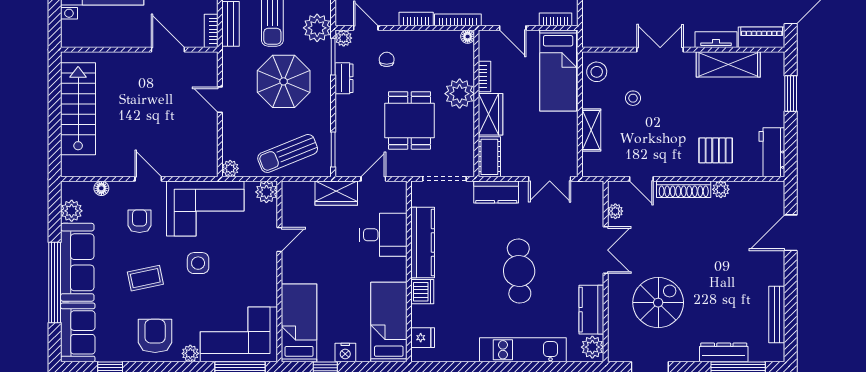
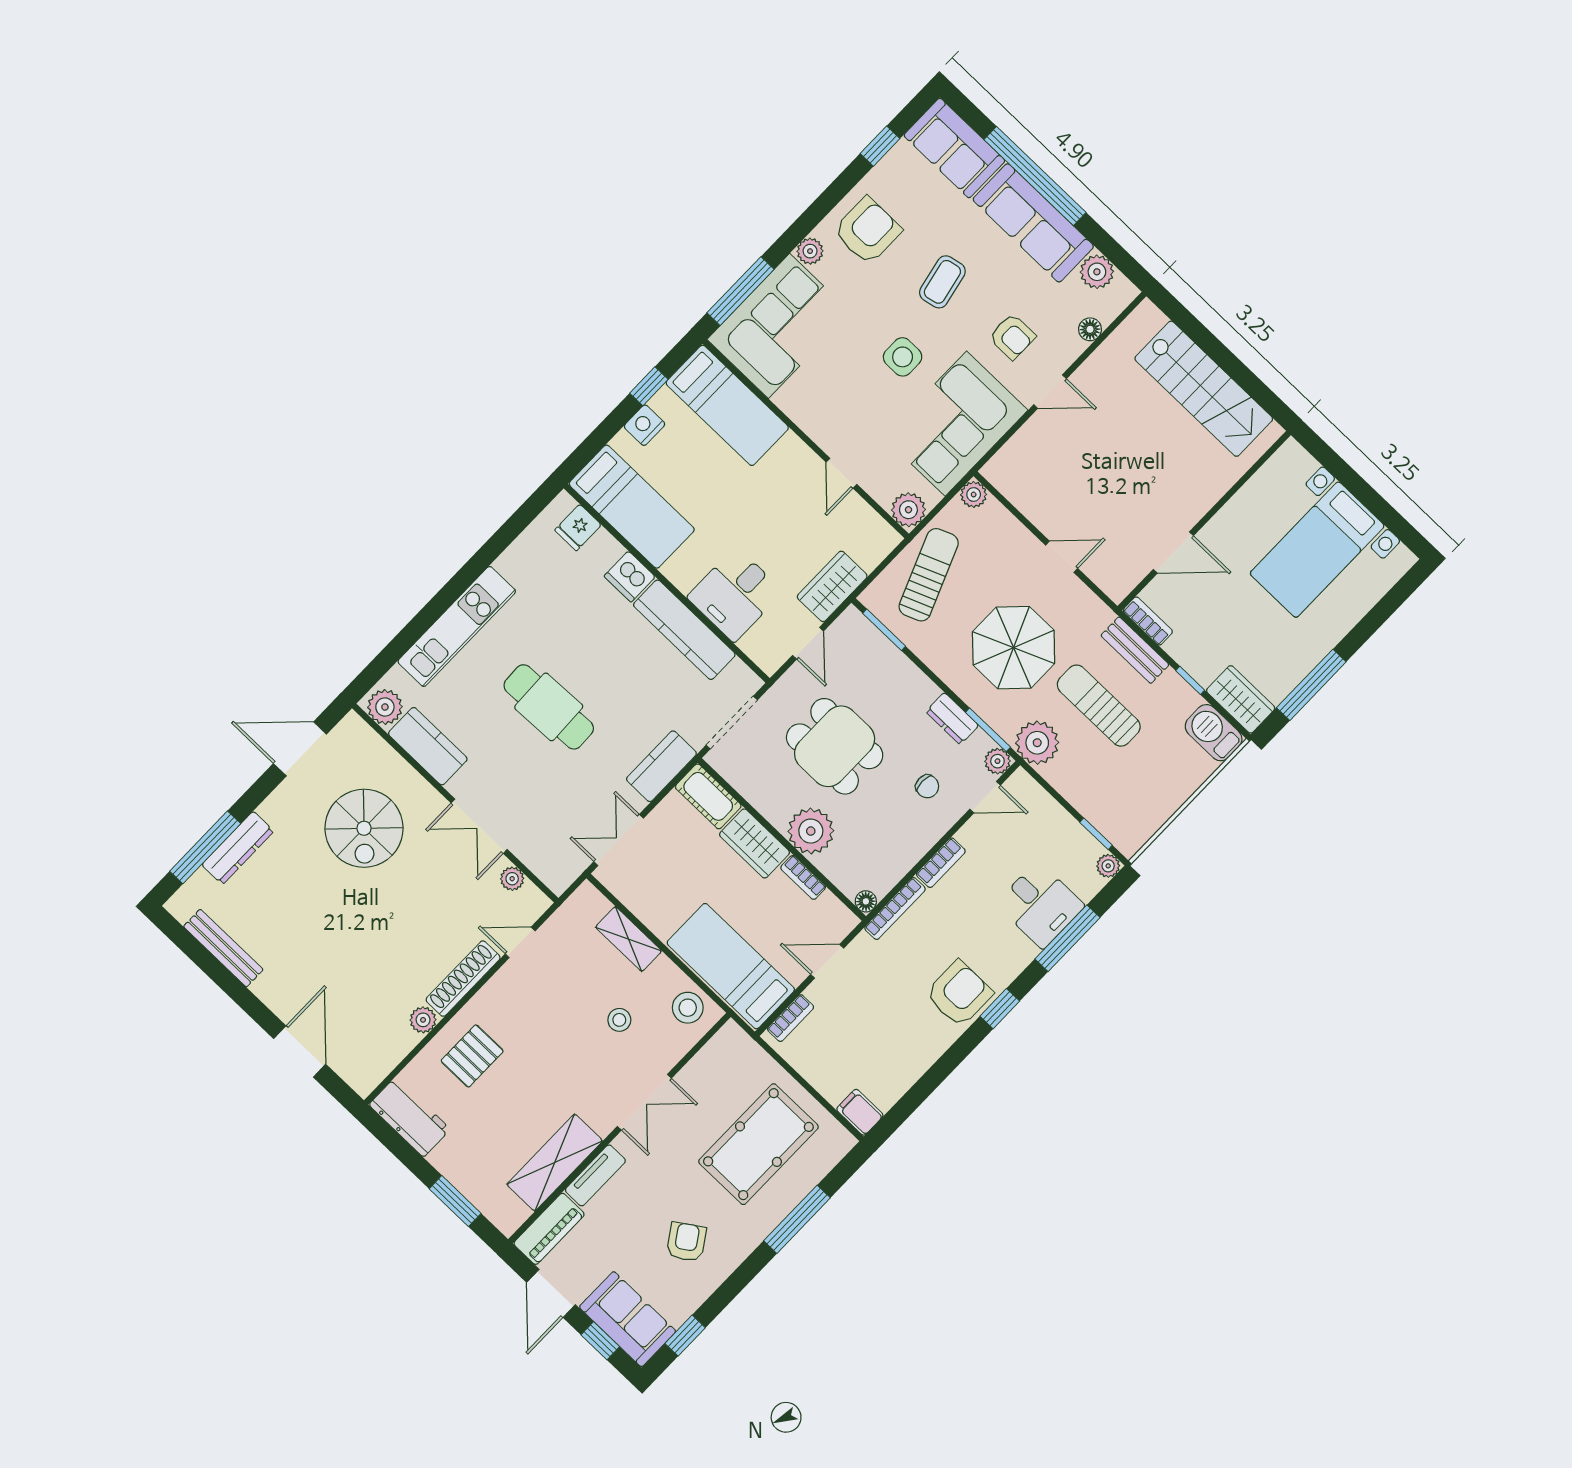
armchair: (155, 336) -> (867, 231), turned -90

